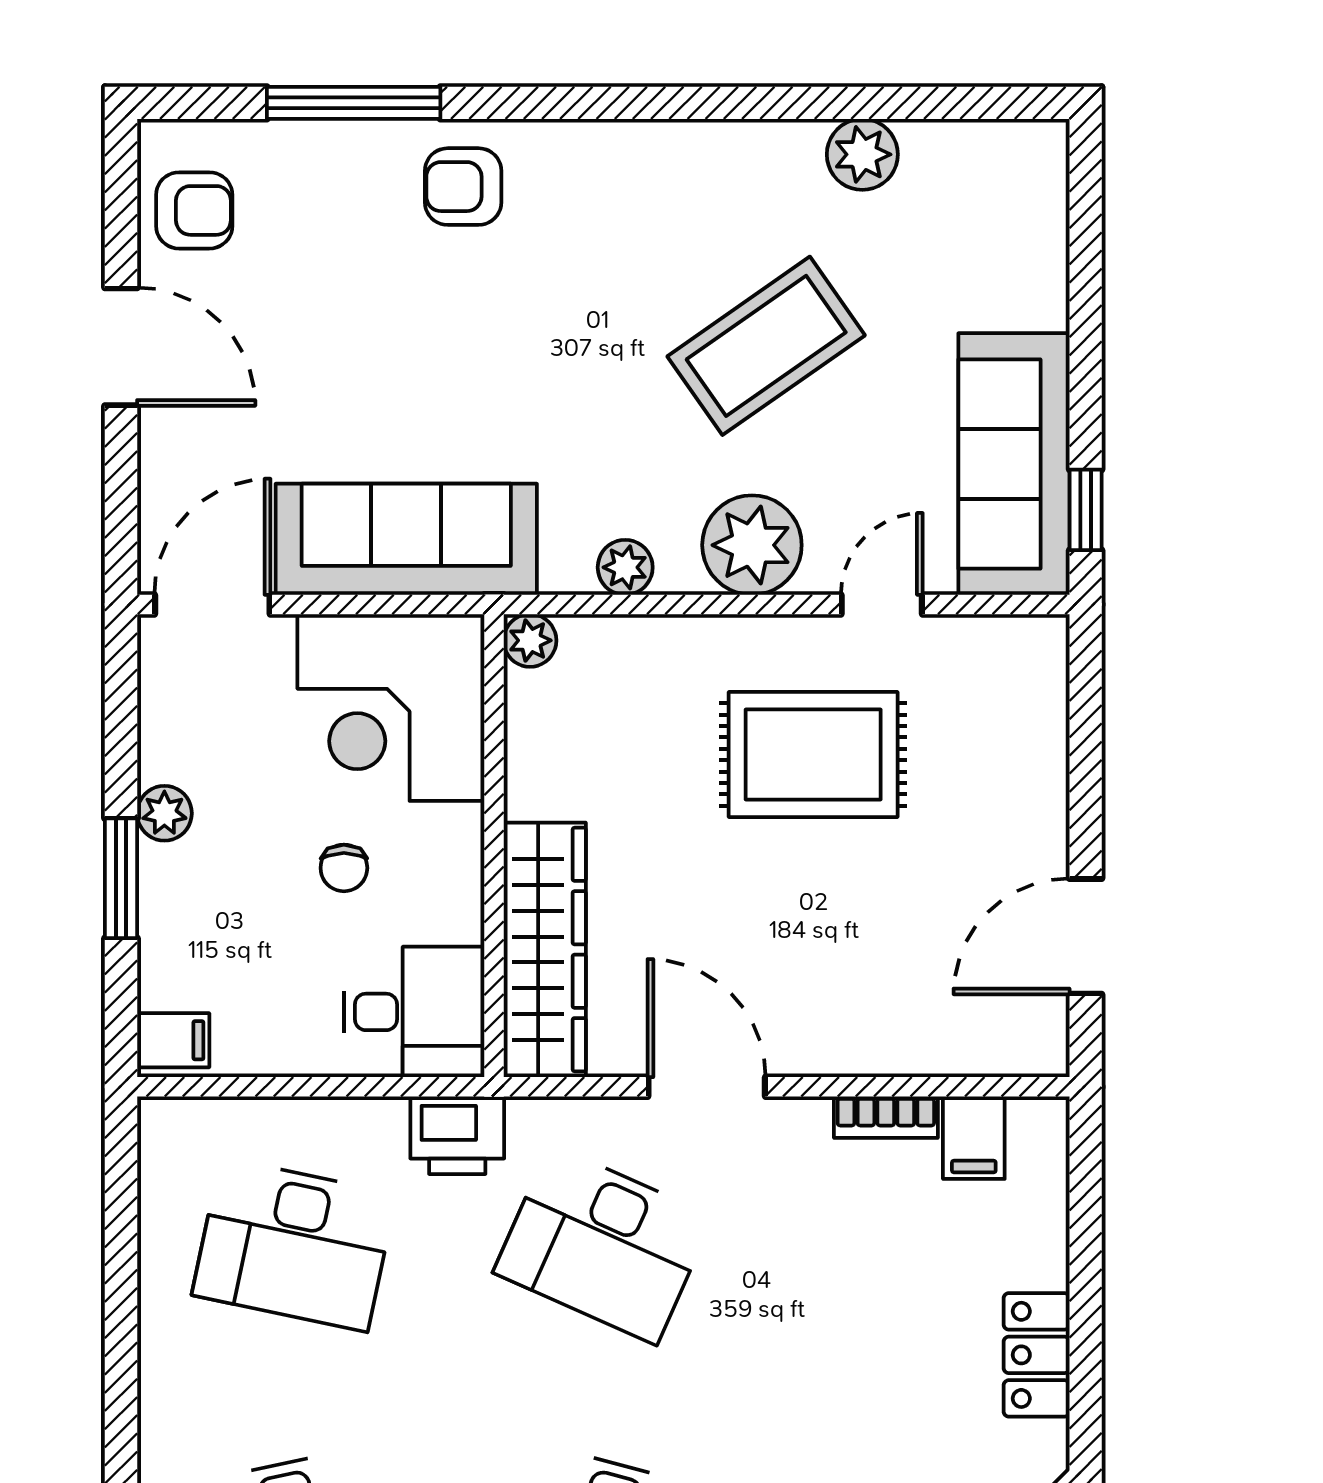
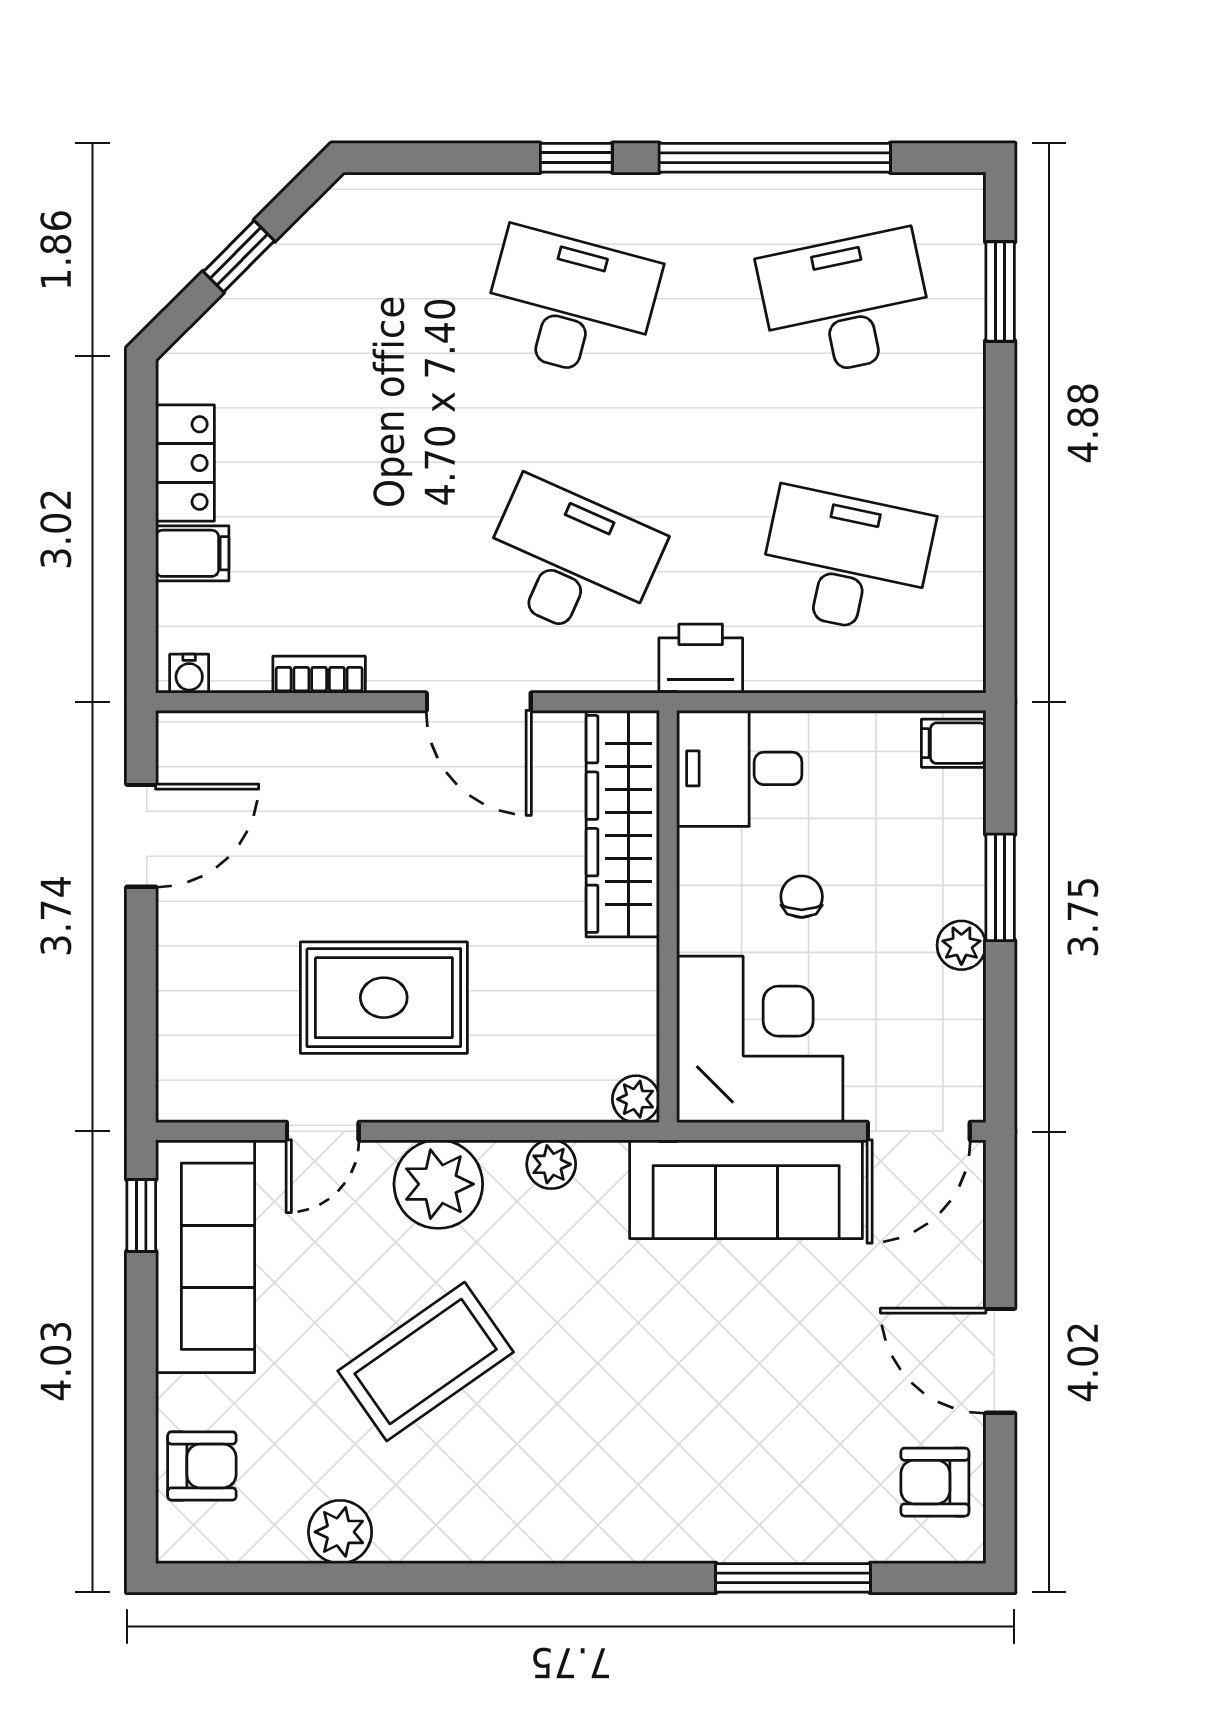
armchair: (463, 187) -> (202, 1466), moved
water cooler: (1032, 1118) -> (189, 674), added
filing cabinet: (974, 1138) -> (192, 553), moved, turned 90

